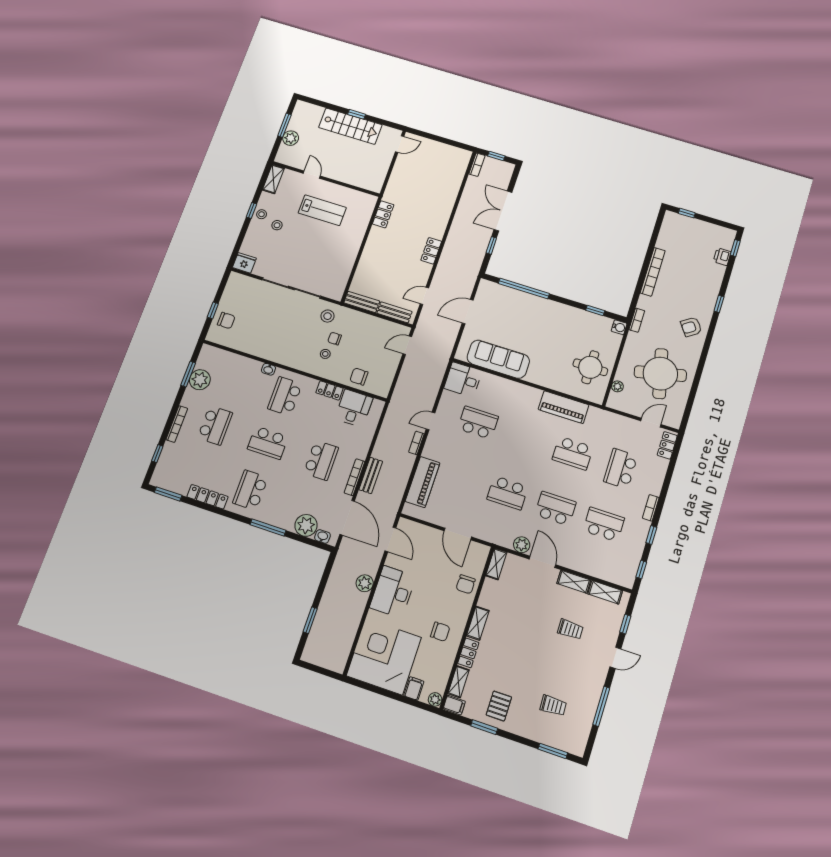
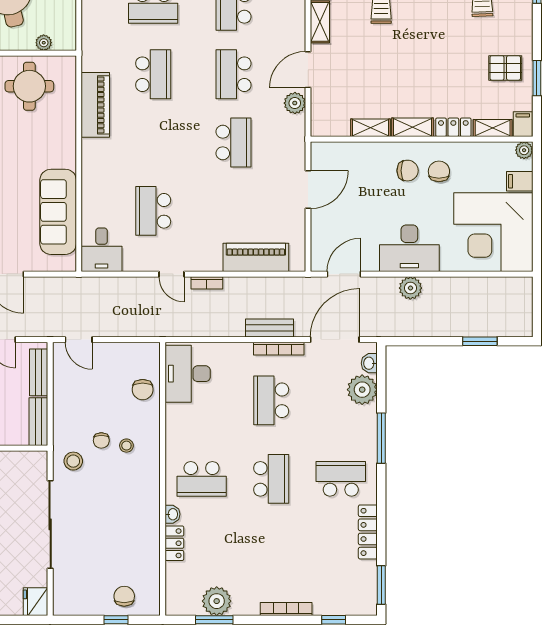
locker: (330, 390) -> (174, 543), moved
desk: (354, 408) -> (188, 374), width x1.37
school desk: (215, 425) -> (271, 557), removed
school desk: (321, 460) -> (271, 400), turned -90
school desk: (250, 490) -> (341, 479), turned 180
shelving: (496, 564) -> (370, 128), moved
chair: (466, 584) -> (408, 171), moved

